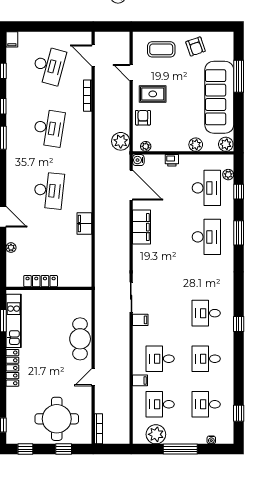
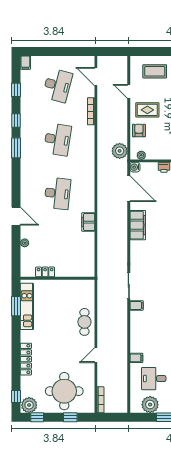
locker: (41, 281) -> (45, 272), width x0.66
cafe table: (80, 339) -> (84, 322), width x0.73, depth x0.74
desk: (160, 359) -> (154, 339), removed
locker: (12, 368) -> (26, 359), moved
plant: (16, 435) -> (29, 405), added

